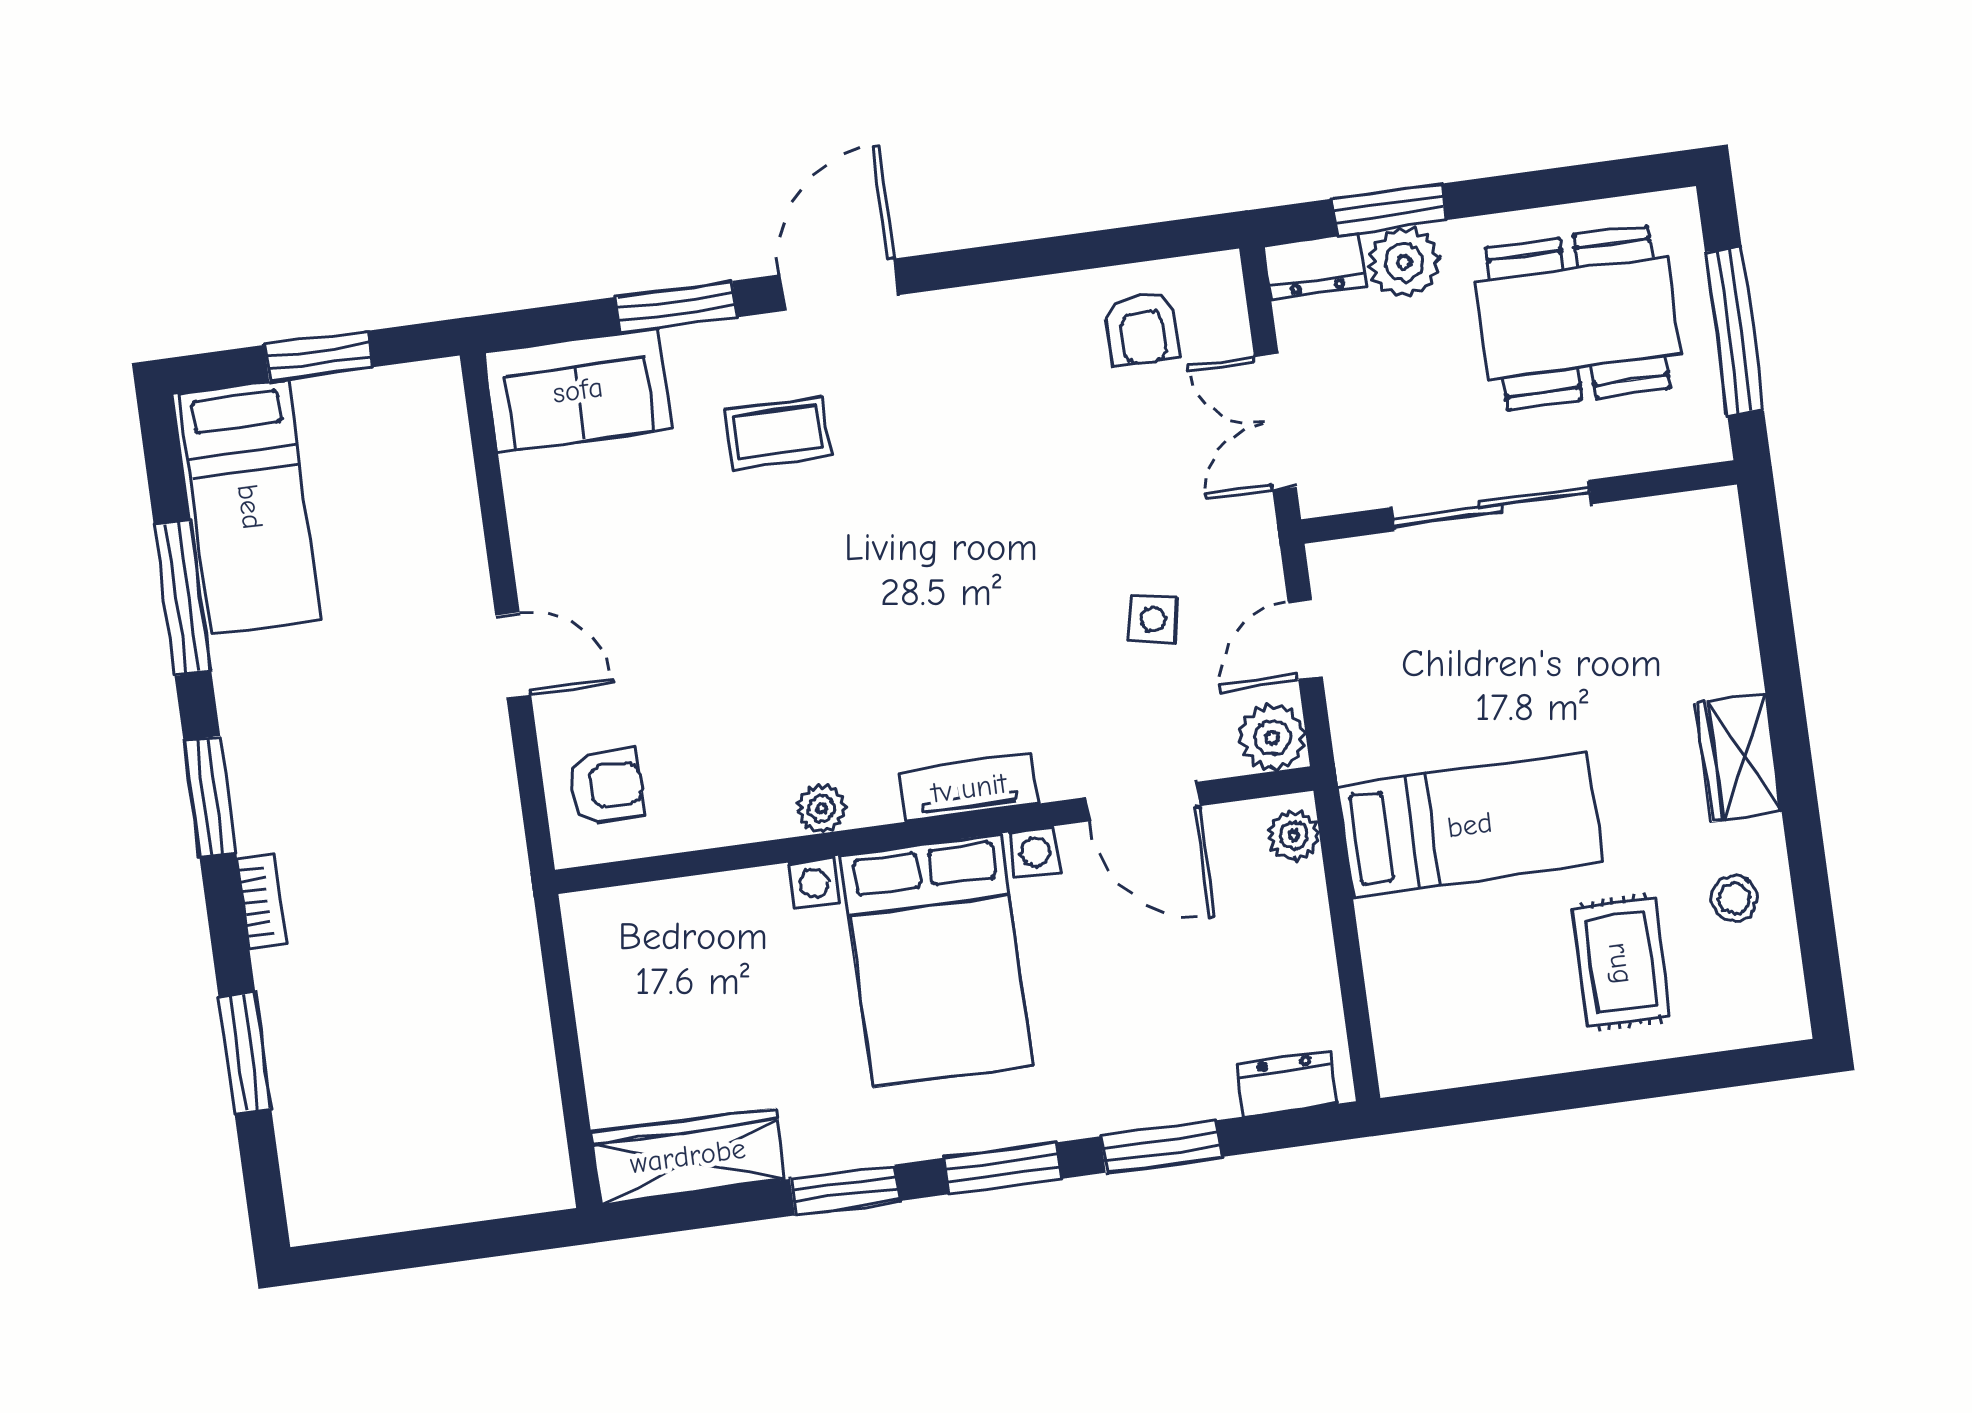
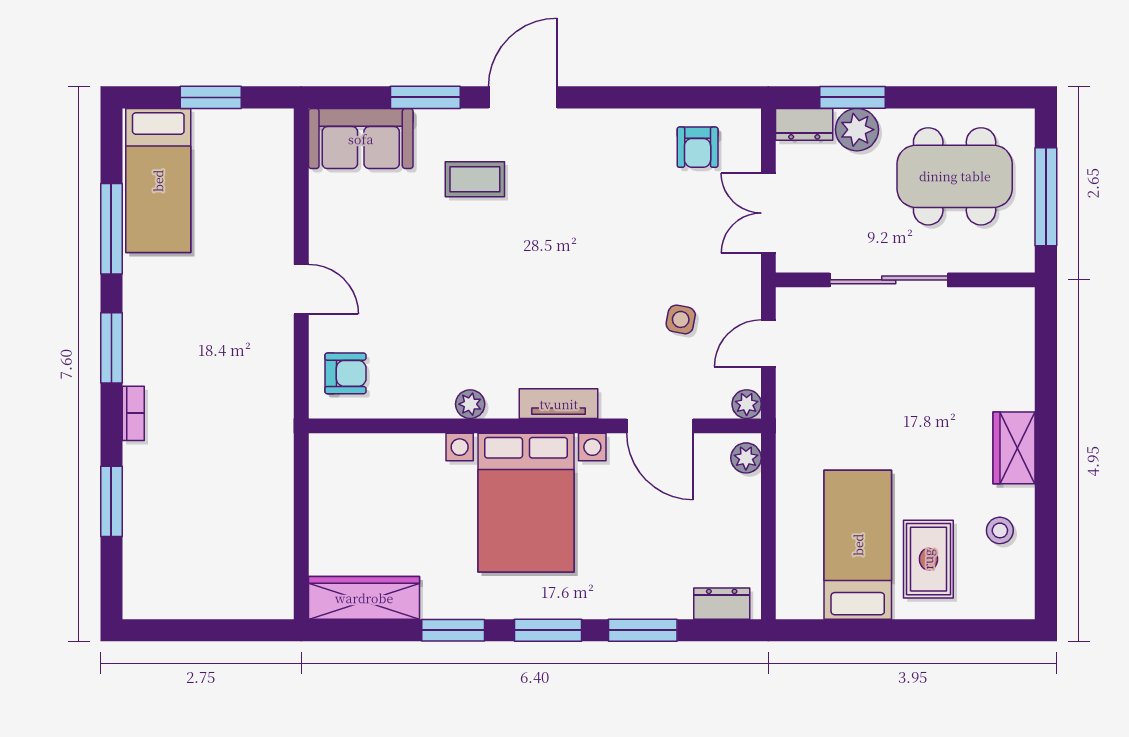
plant: (1272, 738) -> (747, 404), width x0.73, depth x0.73
bed: (1470, 825) -> (858, 545), moved, turned -90

